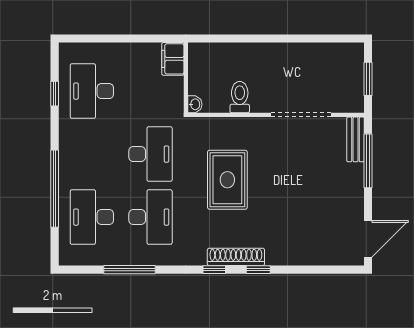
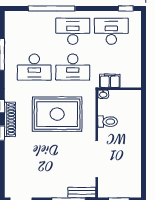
filing cabinet: (173, 59) -> (110, 81), moved
window: (55, 94) -> (126, 8), moved
rug: (227, 180) -> (57, 114), width x1.37, depth x1.44
desk: (92, 217) -> (73, 31), moved

